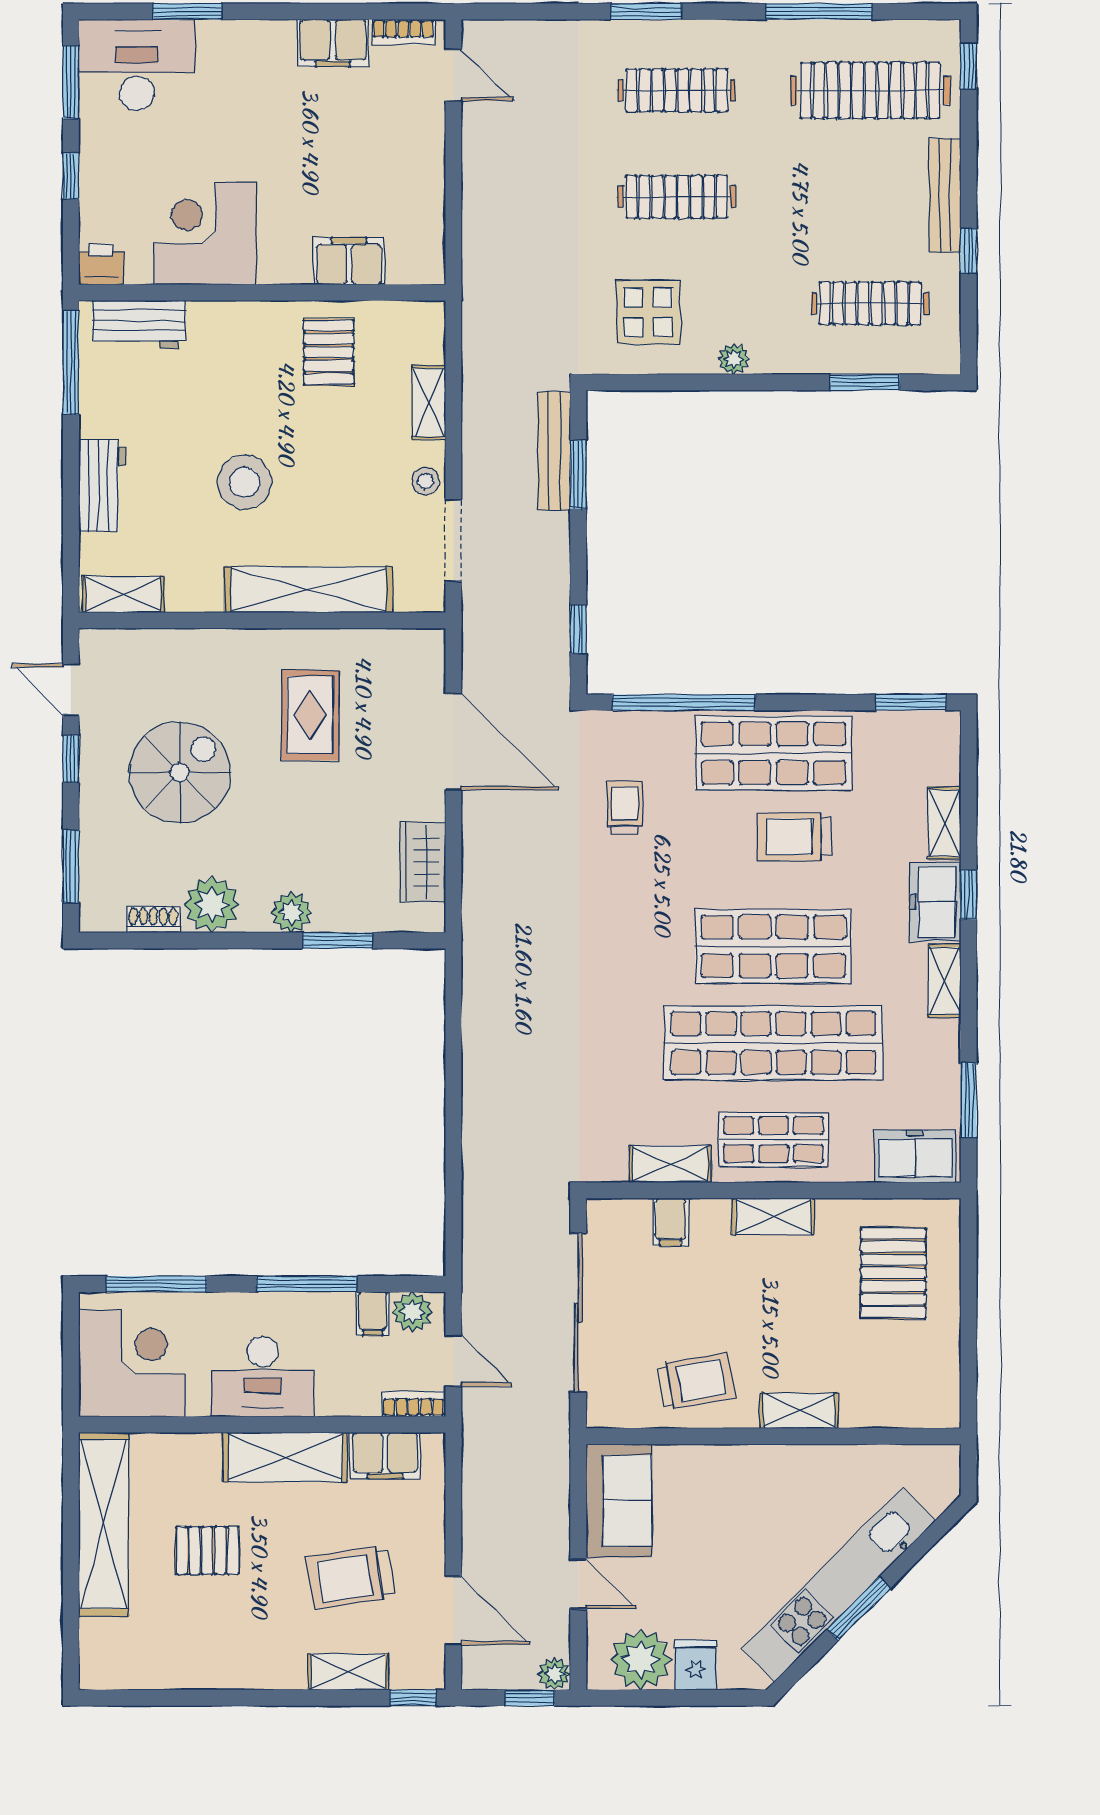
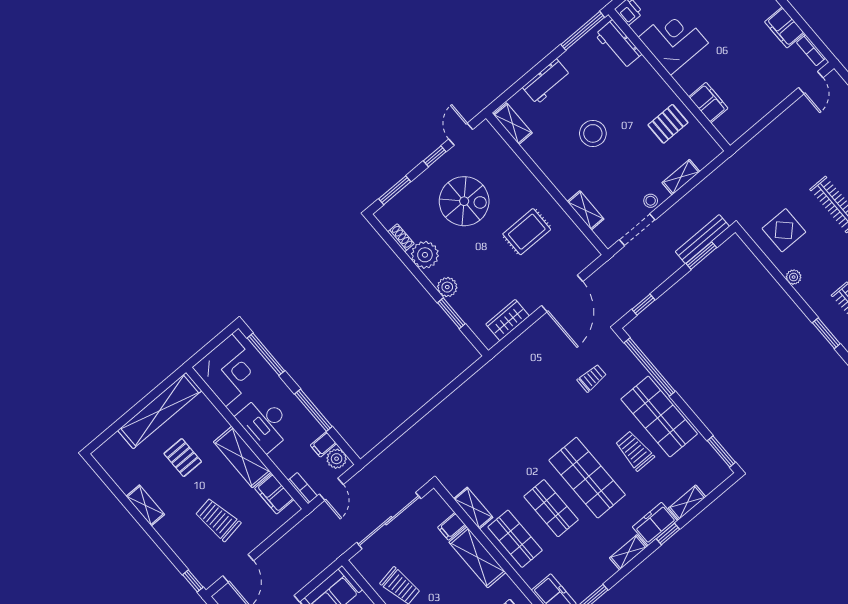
shelving: (309, 590) -> (585, 210), width x0.45, depth x0.75
shop shelf: (773, 1043) -> (551, 508), width x0.50, depth x0.74
shelving: (773, 1217) -> (477, 557), width x1.50, depth x1.33
shelving: (348, 1672) -> (145, 505), moved

